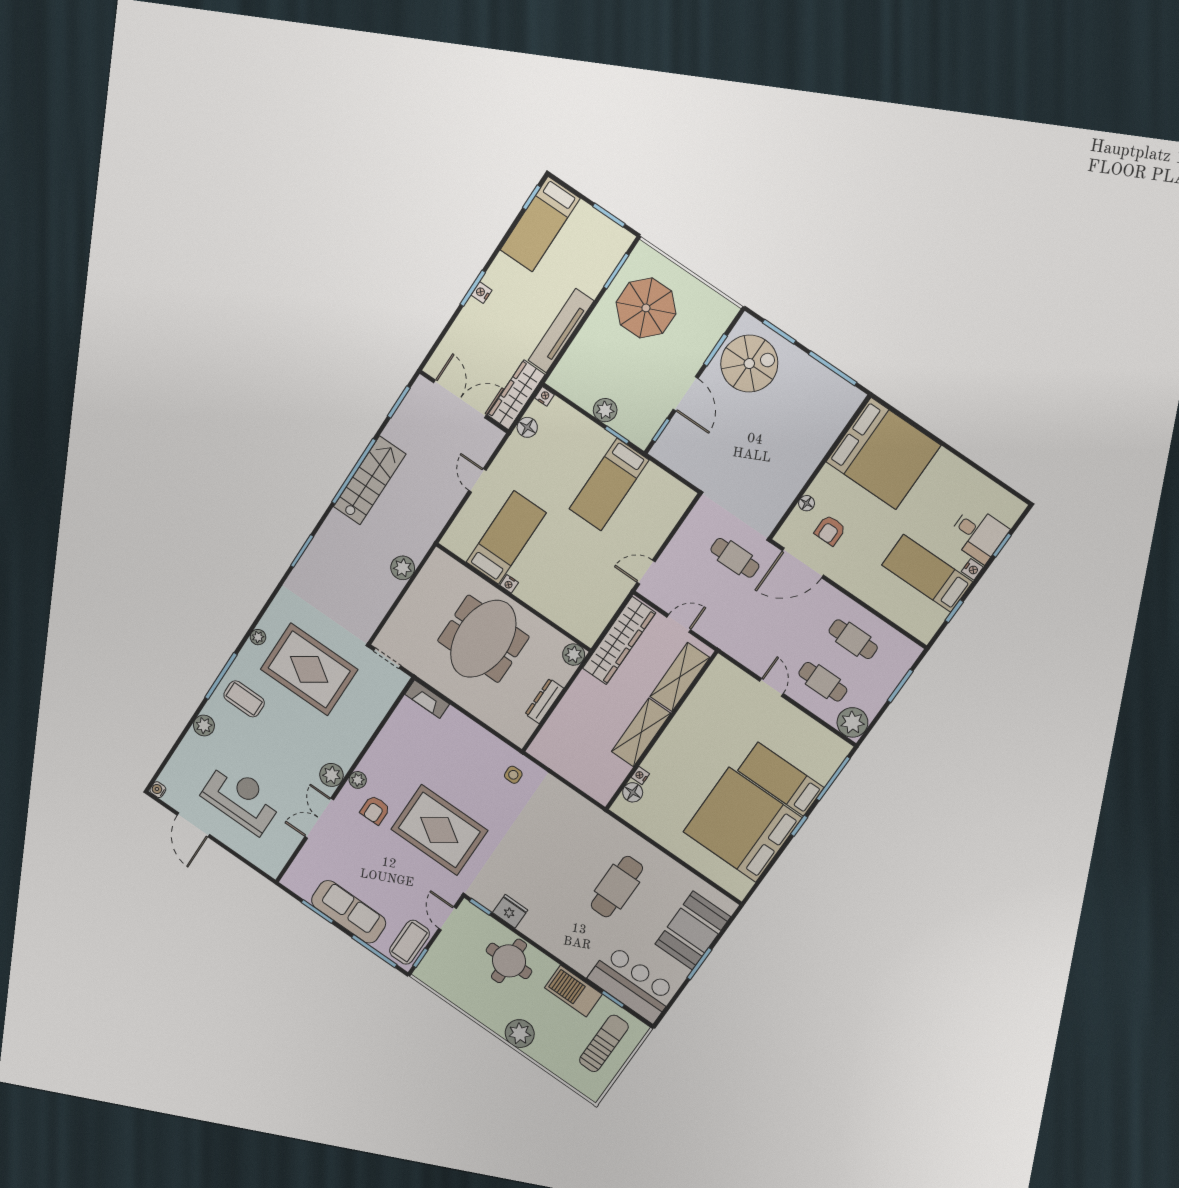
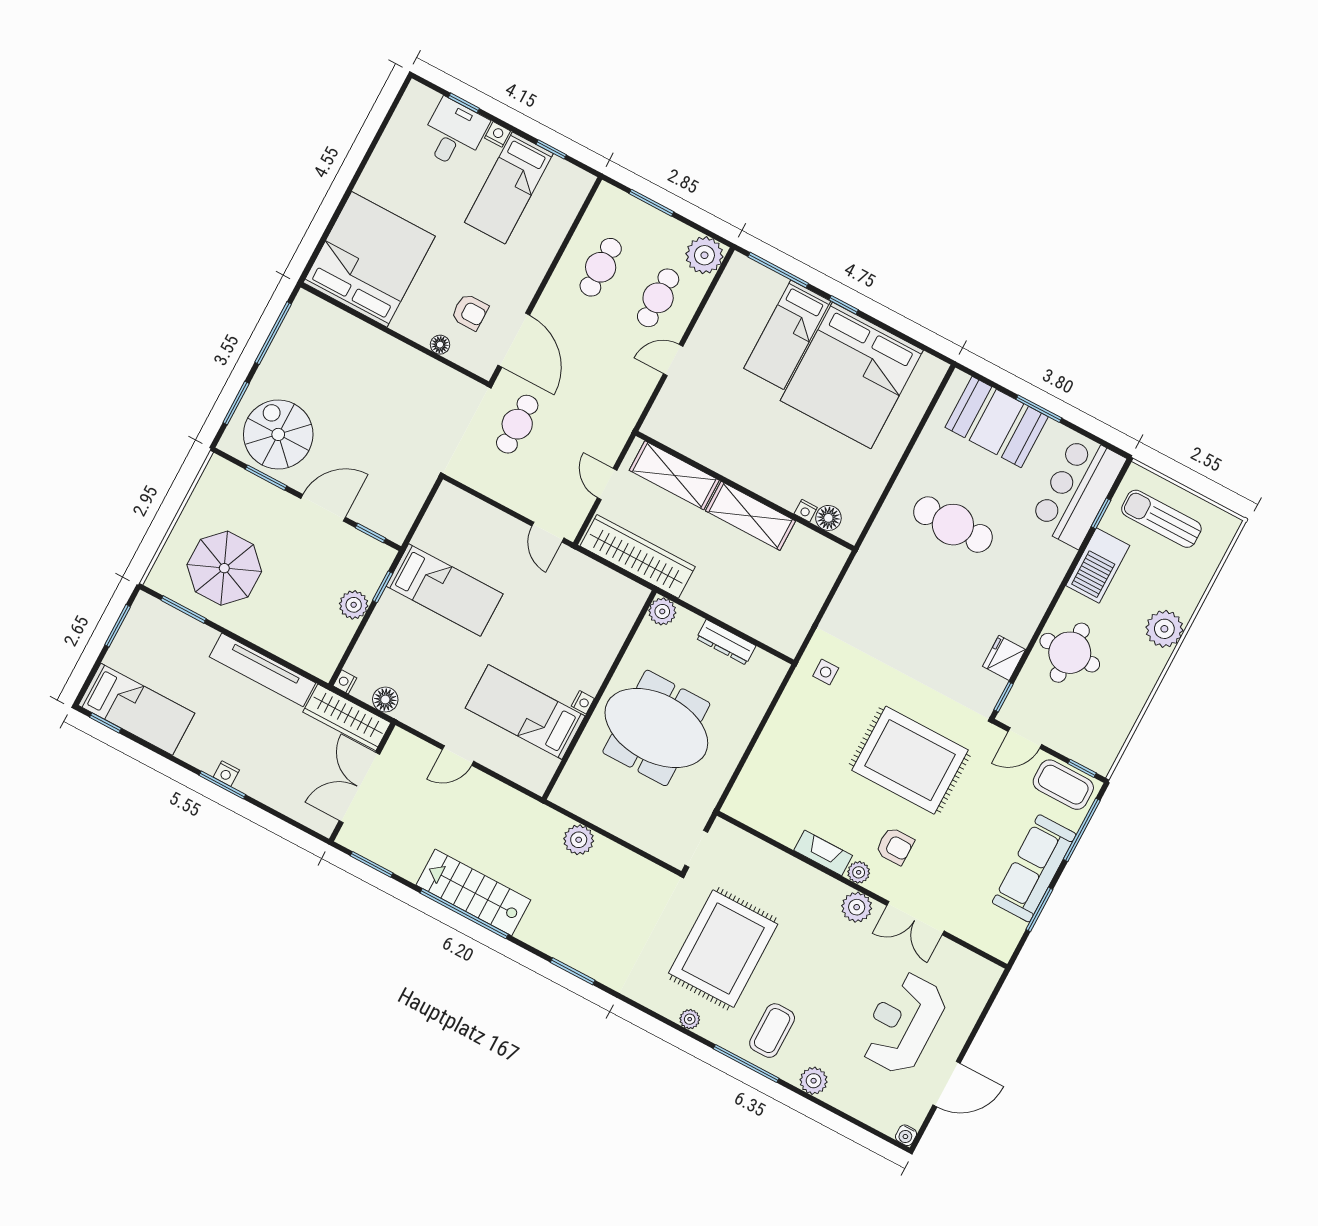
fireplace: (427, 699) -> (823, 853), moved, turned -90
rug: (439, 830) -> (910, 760), turned 90

